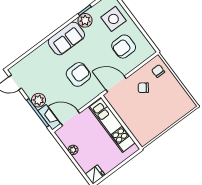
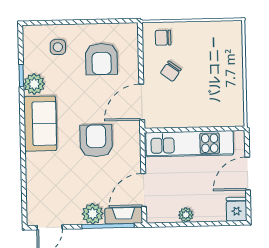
side table: (113, 19) -> (58, 47), width x0.54, depth x0.54
door: (118, 167) -> (248, 174), added

